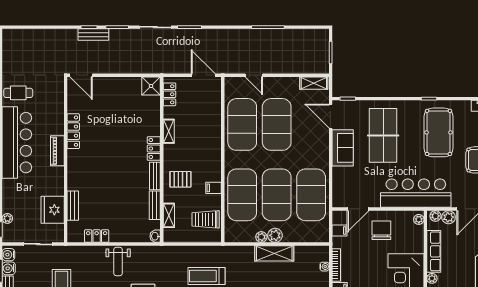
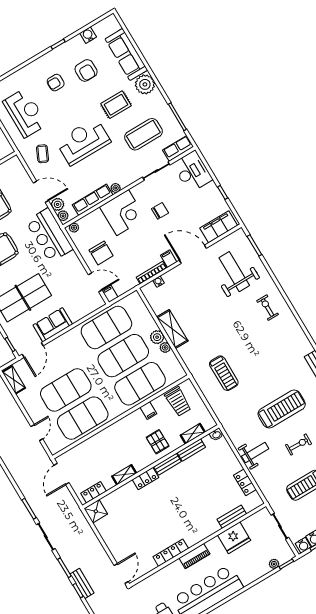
bar counter: (416, 193) -> (49, 235), width x0.73
fridge: (53, 210) -> (234, 538), moved
filing cabinet: (339, 230) -> (110, 294), moved
chair: (381, 230) -> (101, 253), turned -90

